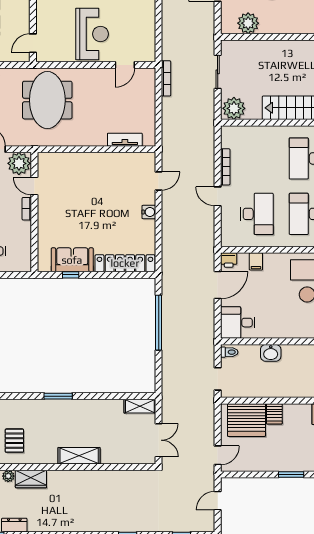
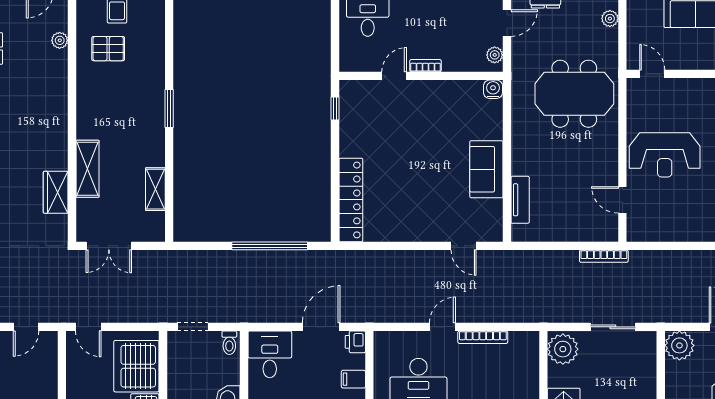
plant: (248, 23) -> (679, 345), moved
plant: (19, 163) -> (495, 55), width x0.53, depth x0.53
door: (34, 186) -> (394, 76), moved
water cooler: (149, 212) -> (493, 89), moved, turned 180
sofa: (72, 260) -> (486, 169), moved, turned 180
window: (71, 275) -> (335, 108), moved
door: (218, 285) -> (321, 327), swing flipped
shelving: (140, 406) -> (155, 189), moved
shelving: (79, 456) -> (87, 169), moved
wardrobe: (31, 479) -> (56, 192), moved
door: (218, 501) -> (26, 327), swing flipped

